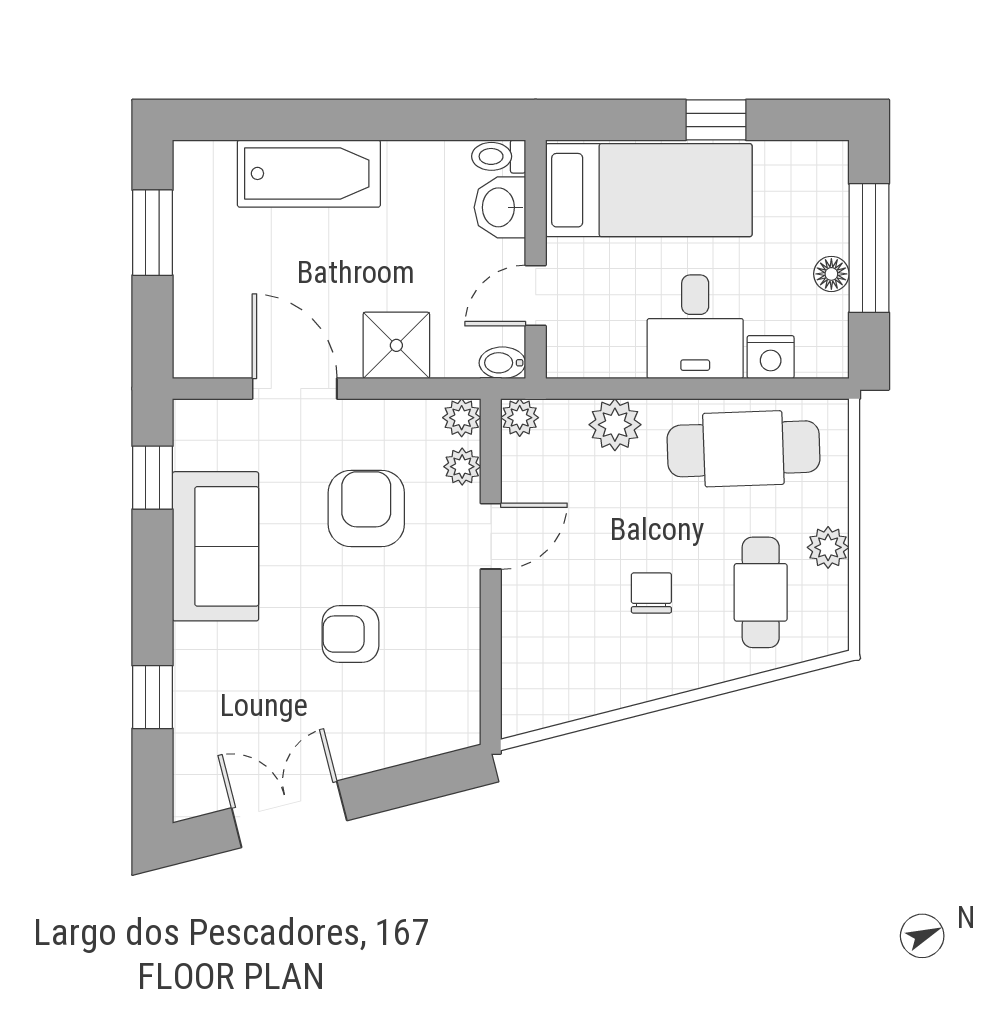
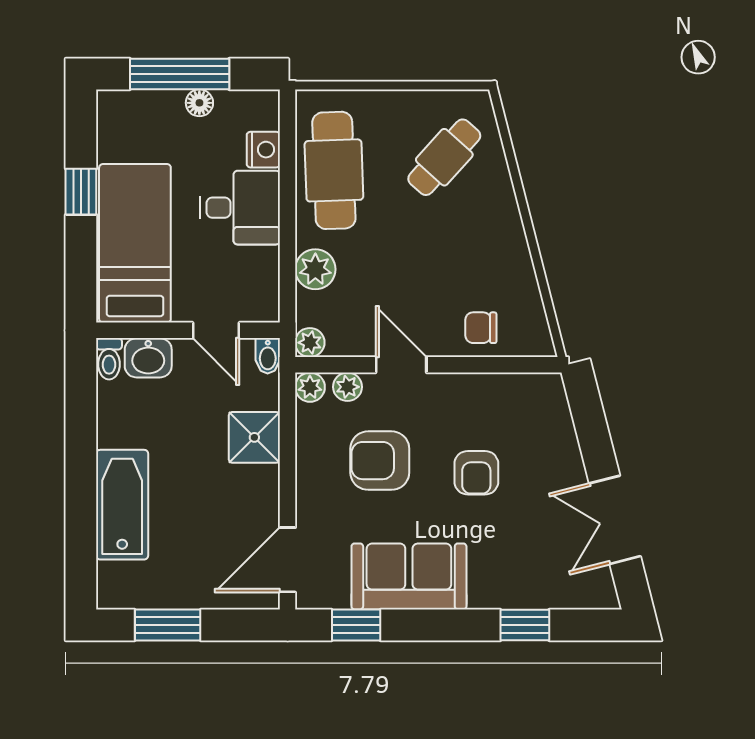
door: (295, 389) -> (288, 560), moved
plant: (828, 547) -> (410, 105), removed
cafe table: (761, 592) -> (444, 157), turned -48
chair: (651, 593) -> (481, 328), moved

